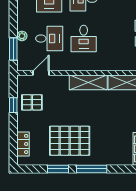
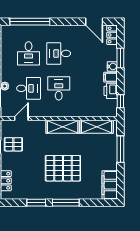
desk: (84, 39) -> (59, 88), turned 180
pallet: (70, 141) -> (63, 168), moved

